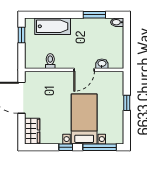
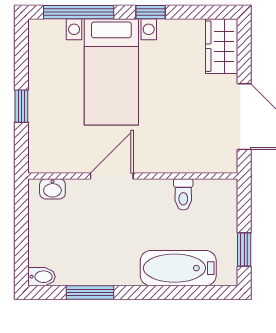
washbasin: (102, 64) -> (52, 189), moved

